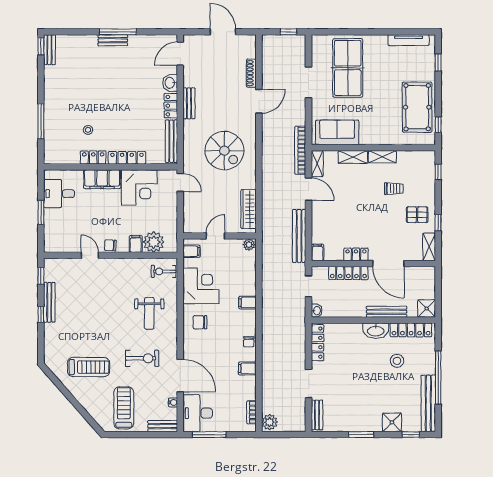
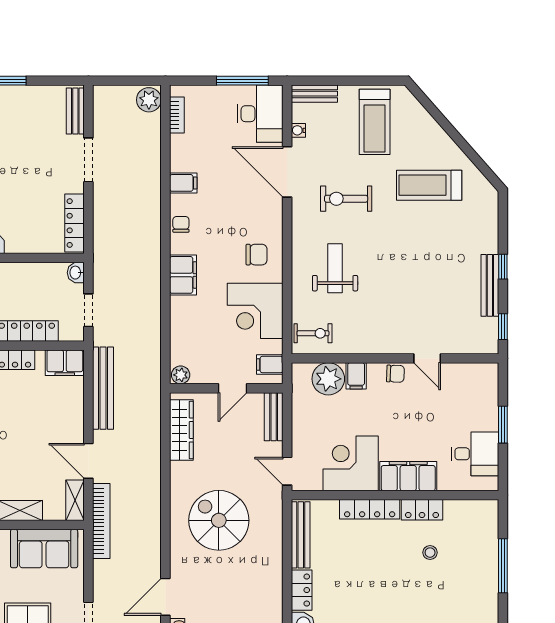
bench: (189, 103) -> (274, 417), moved
filing cabinet: (318, 252) -> (65, 363), width x2.00
filing cabinet: (247, 303) -> (183, 275), width x2.00

